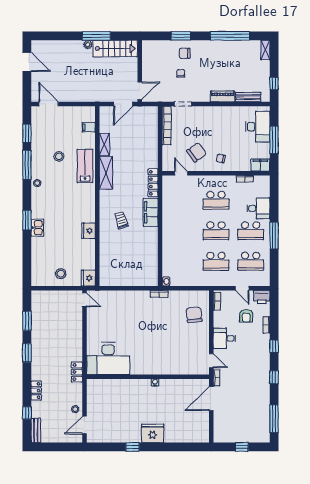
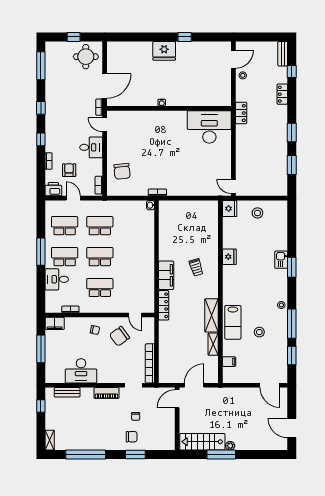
piano: (223, 96) -> (107, 393), moved
desk: (258, 127) -> (81, 371), moved, turned -90
round table: (230, 428) -> (86, 57), added

